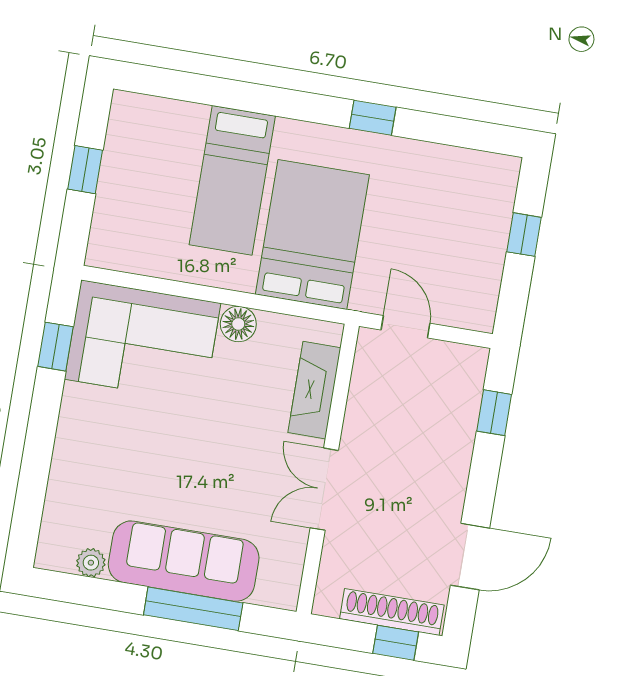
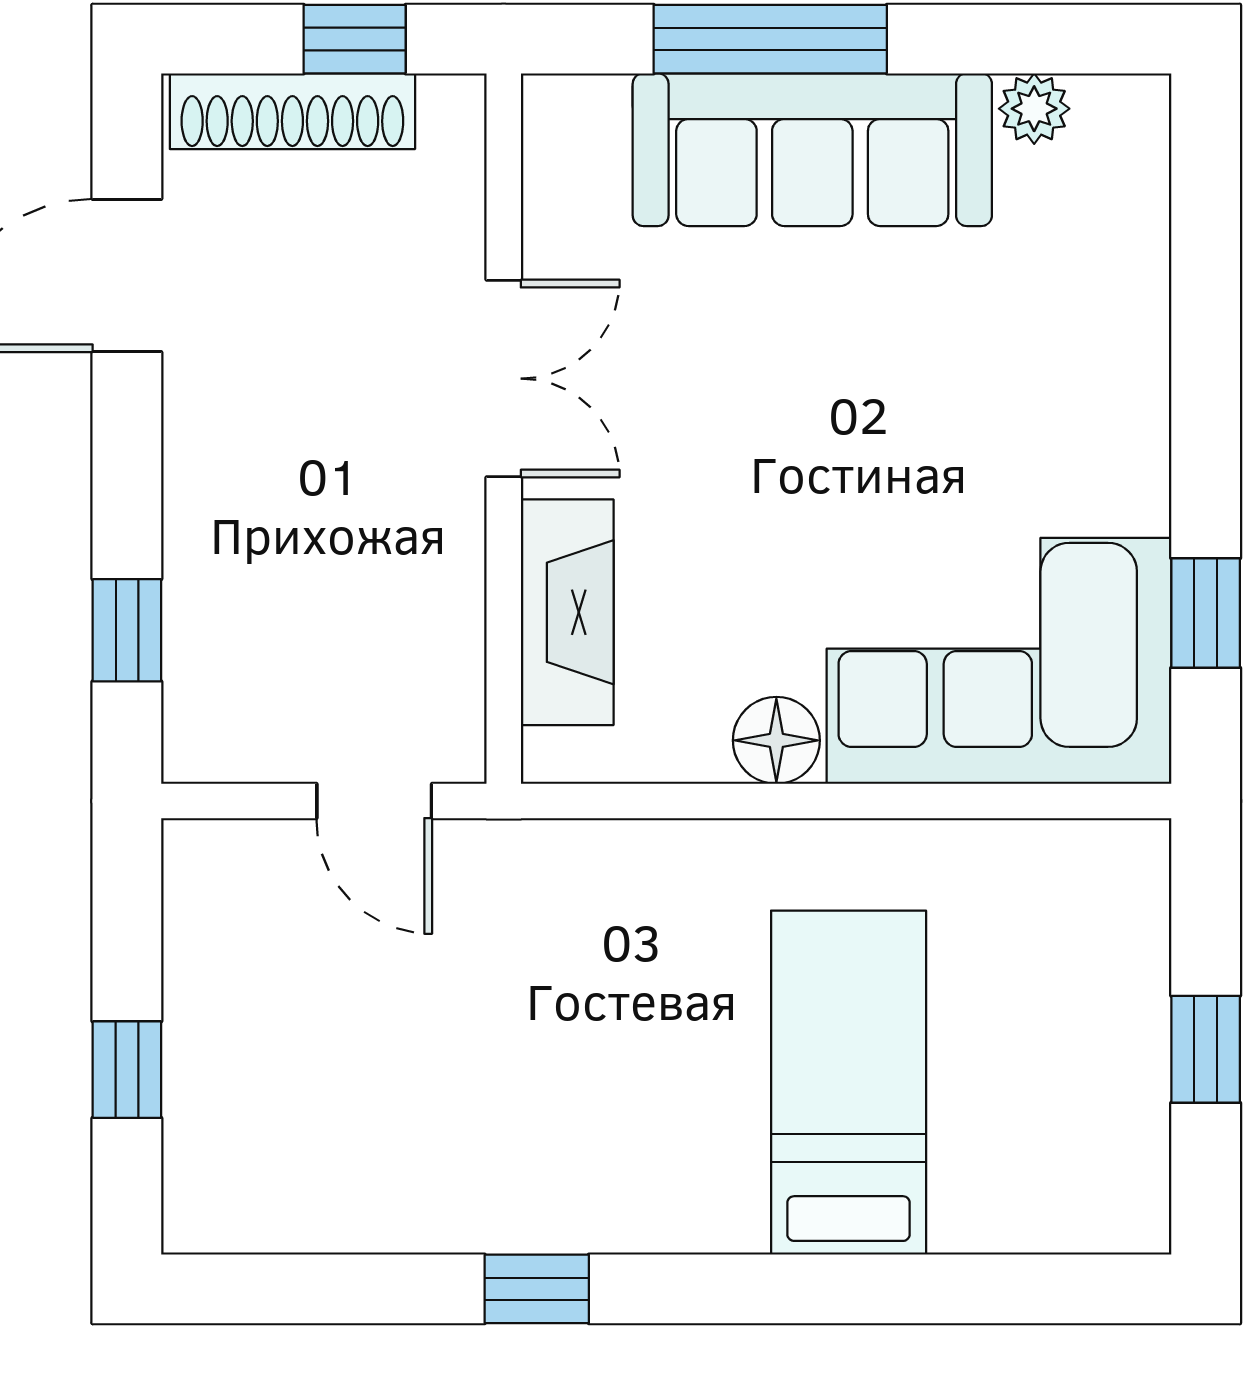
bed: (312, 235) -> (635, 985), removed
window: (396, 643) -> (355, 39), moved

